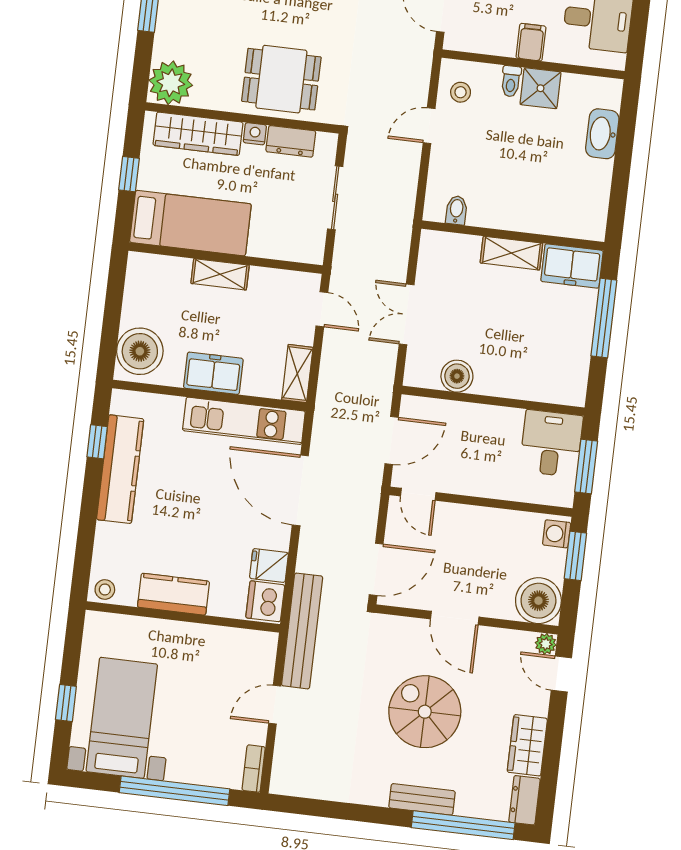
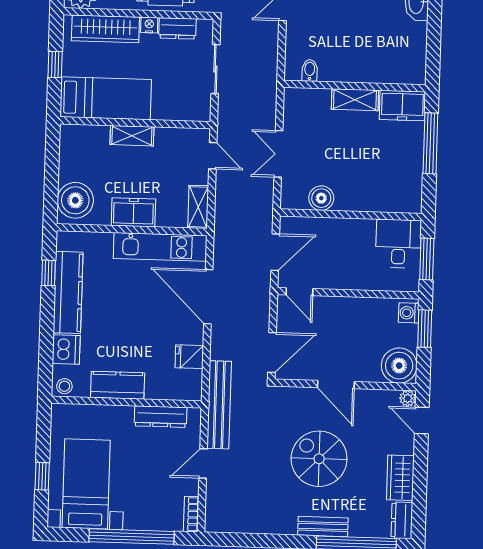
dishwasher: (265, 601) -> (66, 349), moved, turned 180
dresser: (225, 639) -> (161, 417), added

